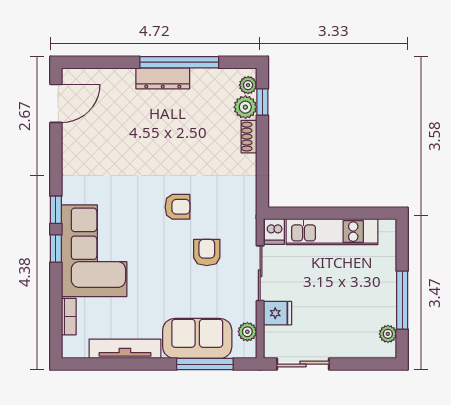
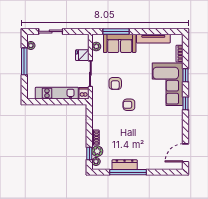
dresser: (163, 78) -> (125, 165), moved
window: (56, 249) -> (186, 75), moved
sliding door: (303, 364) -> (51, 31), moved

